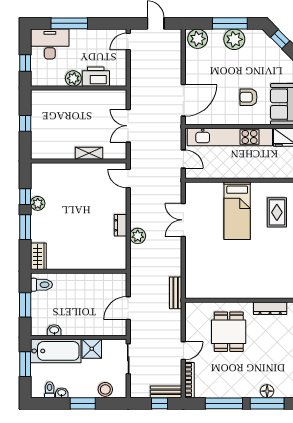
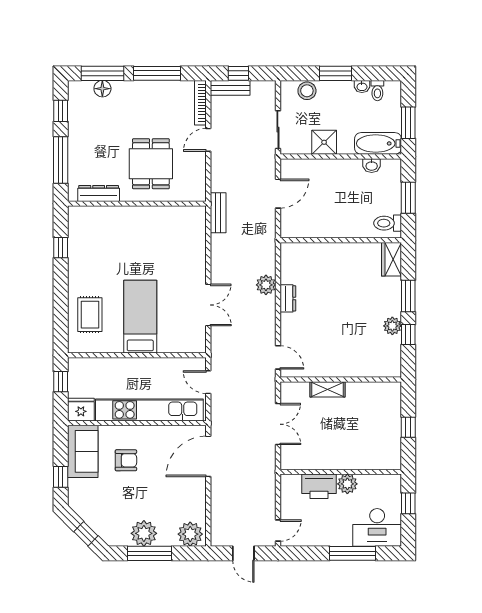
bathtub: (56, 351) -> (378, 143), width x0.73, depth x0.73

